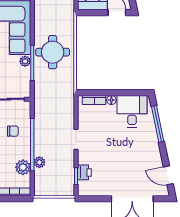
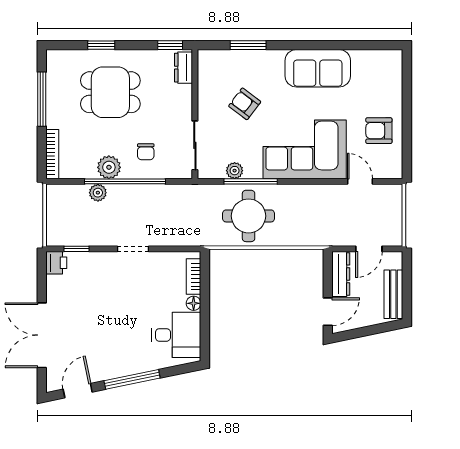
round table: (53, 52) -> (249, 216), moved
plant: (25, 61) -> (235, 171), moved
window: (158, 124) -> (132, 379), moved
plant: (23, 167) -> (109, 167), moved
printer: (84, 172) -> (56, 263), moved, turned -90

